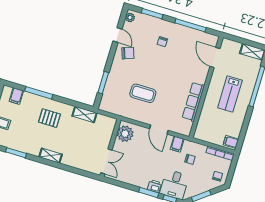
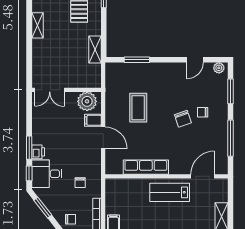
chair: (128, 53) -> (183, 119), moved
lab bench: (230, 94) -> (170, 192), moved
door: (159, 129) -> (103, 138), swing flipped
filing cabinet: (177, 144) -> (93, 120), moved

